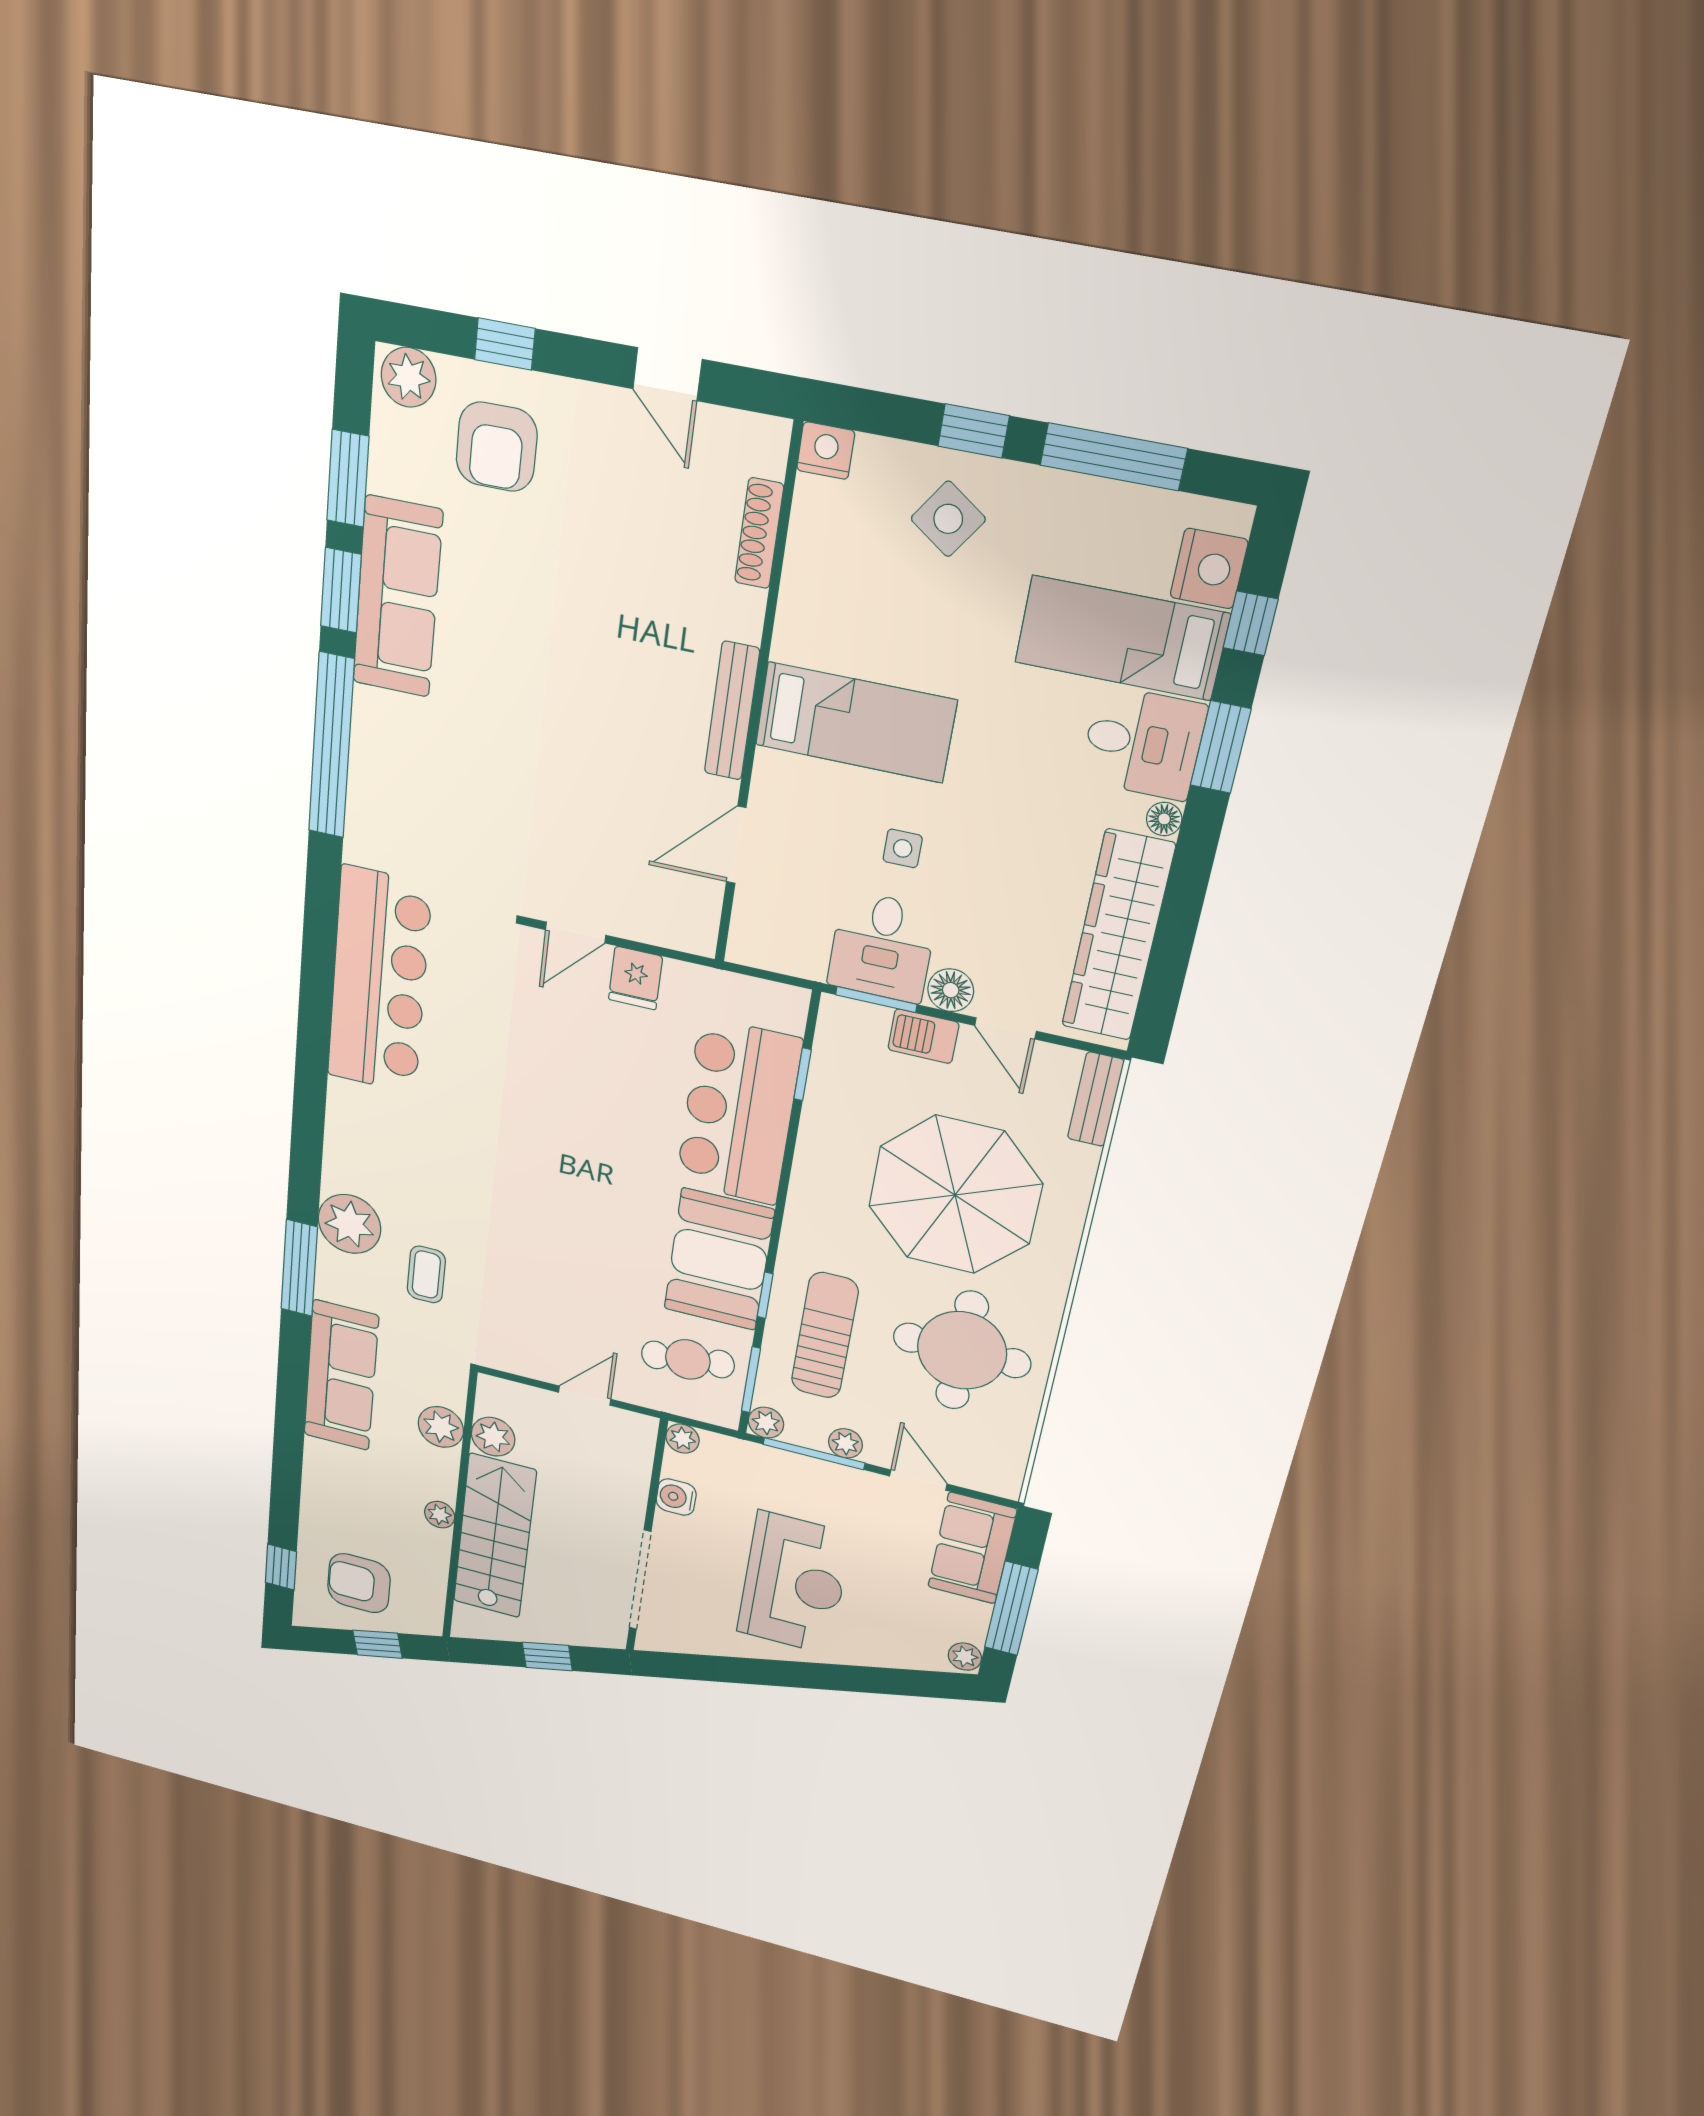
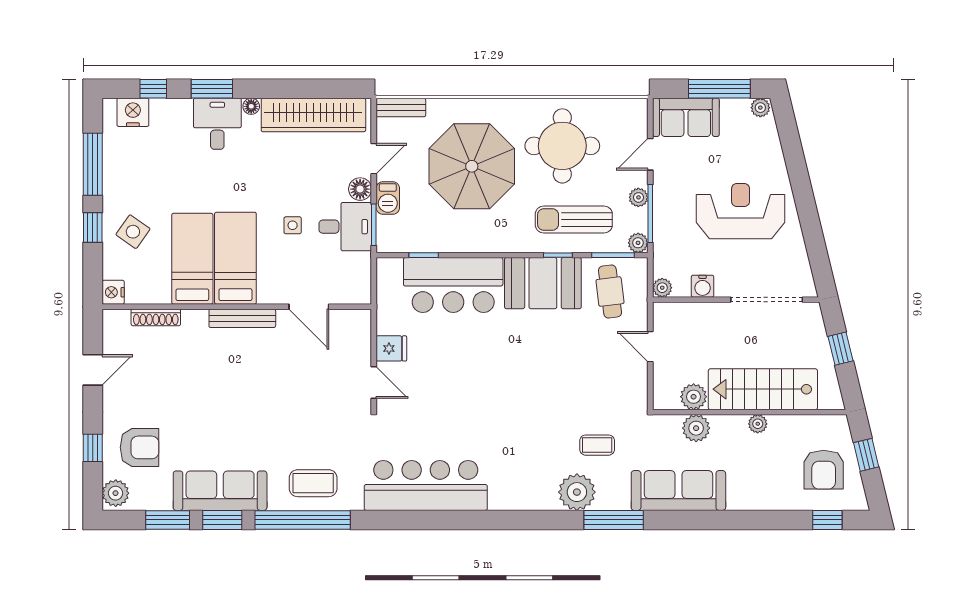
bed: (1122, 638) -> (192, 259), moved, turned 180
coffee table: (398, 780) -> (313, 483), added

